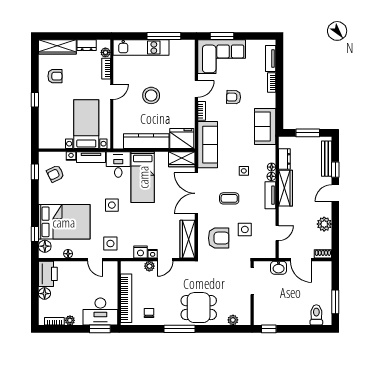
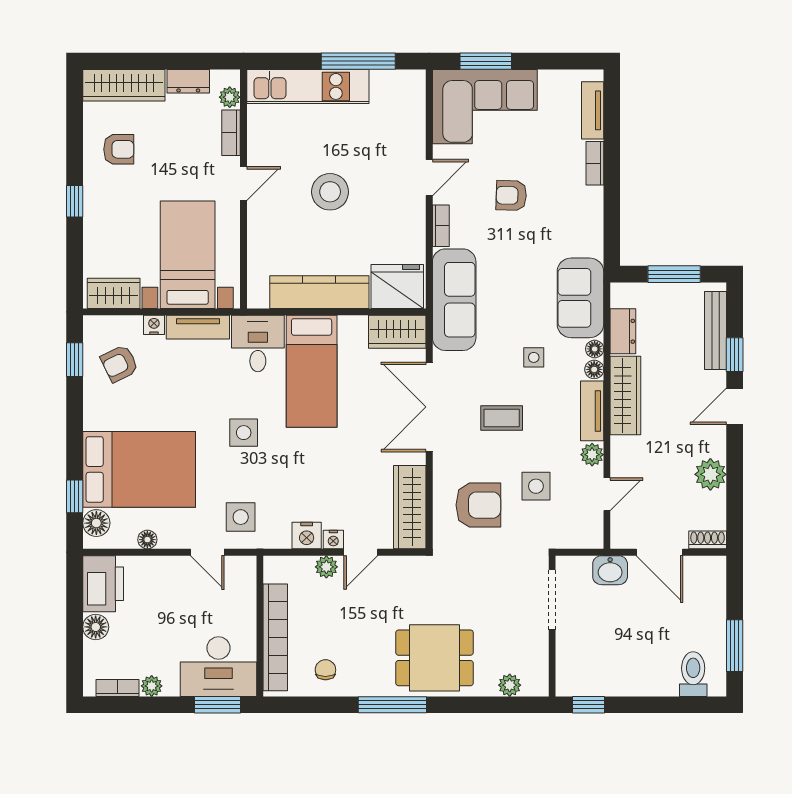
sofa: (265, 126) -> (580, 298), moved
wardrobe: (53, 142) -> (114, 293), added
plant: (270, 215) -> (592, 455), added

